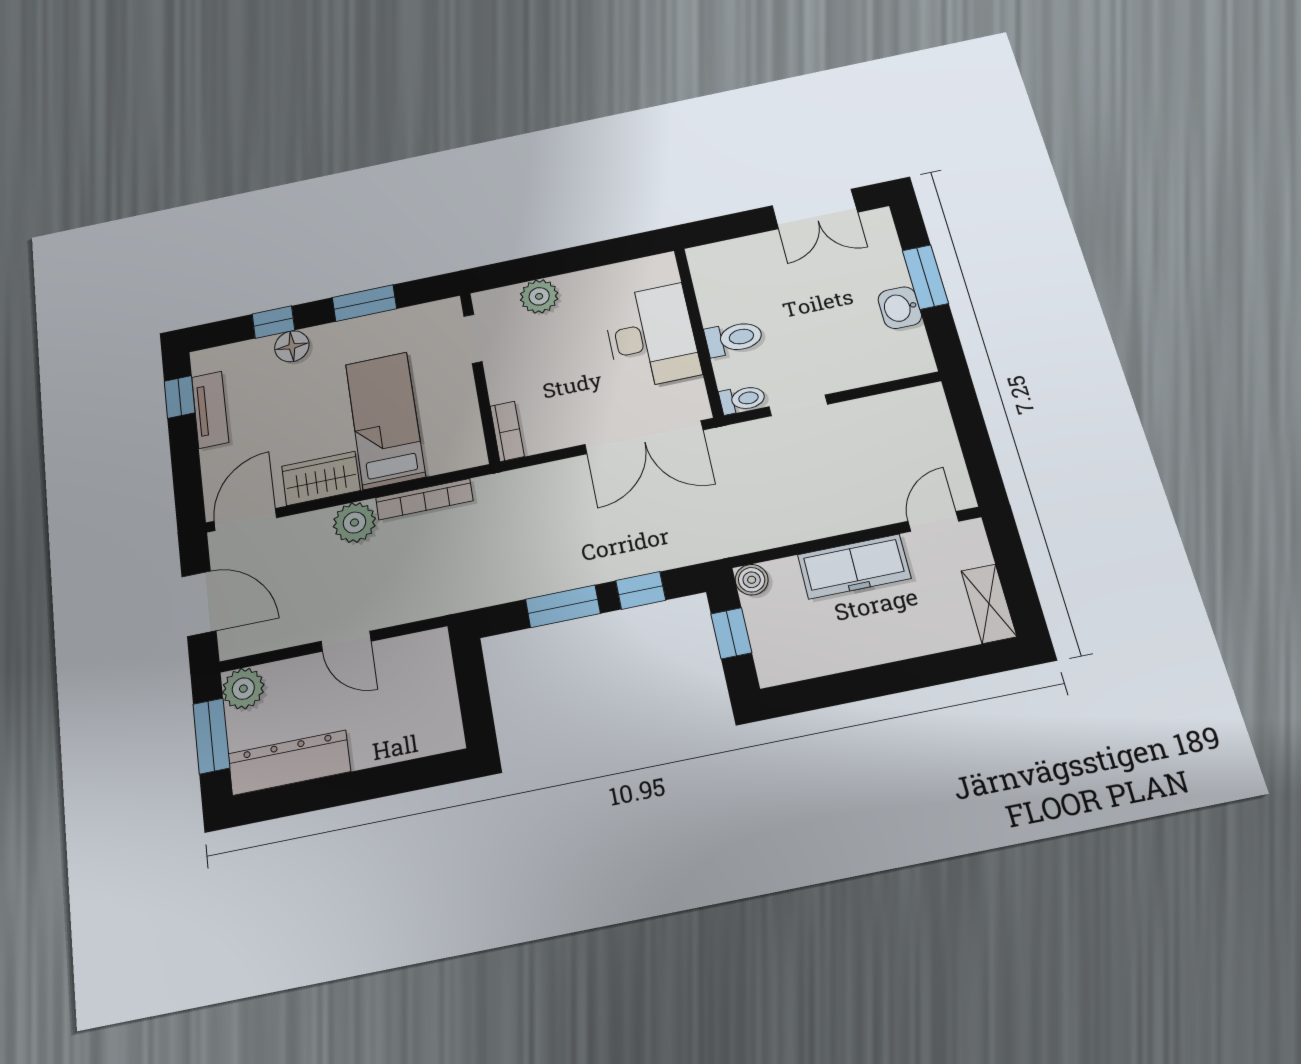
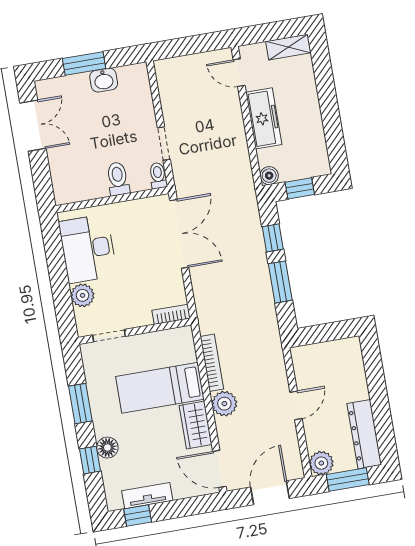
desk: (651, 336) -> (88, 249), moved, turned -90

